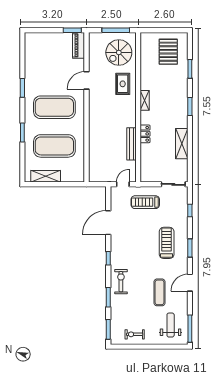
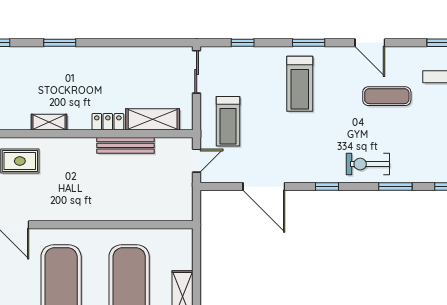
shelving: (182, 144) -> (153, 119), moved
door: (123, 184) -> (197, 161), swing flipped
treadmill: (167, 243) -> (300, 84), turned -90

